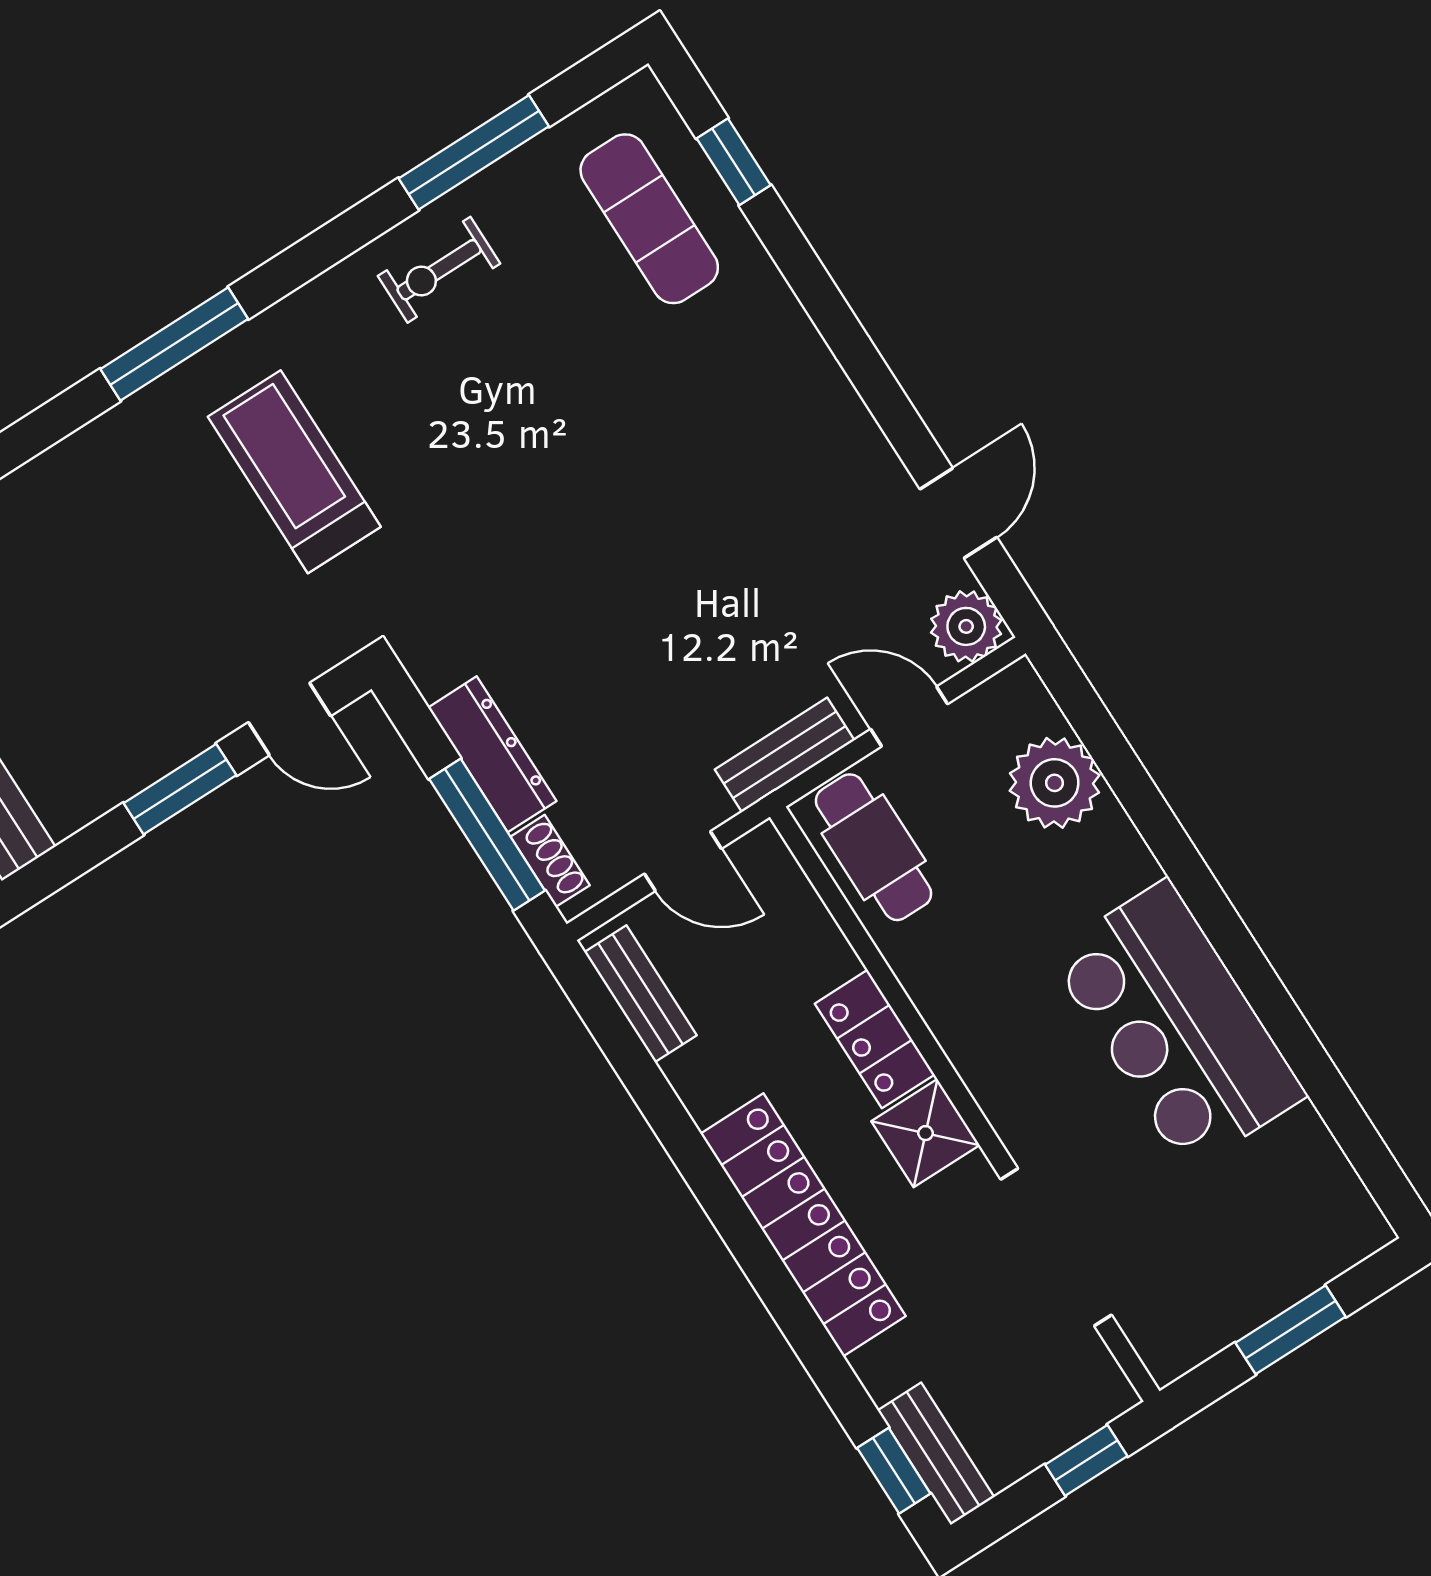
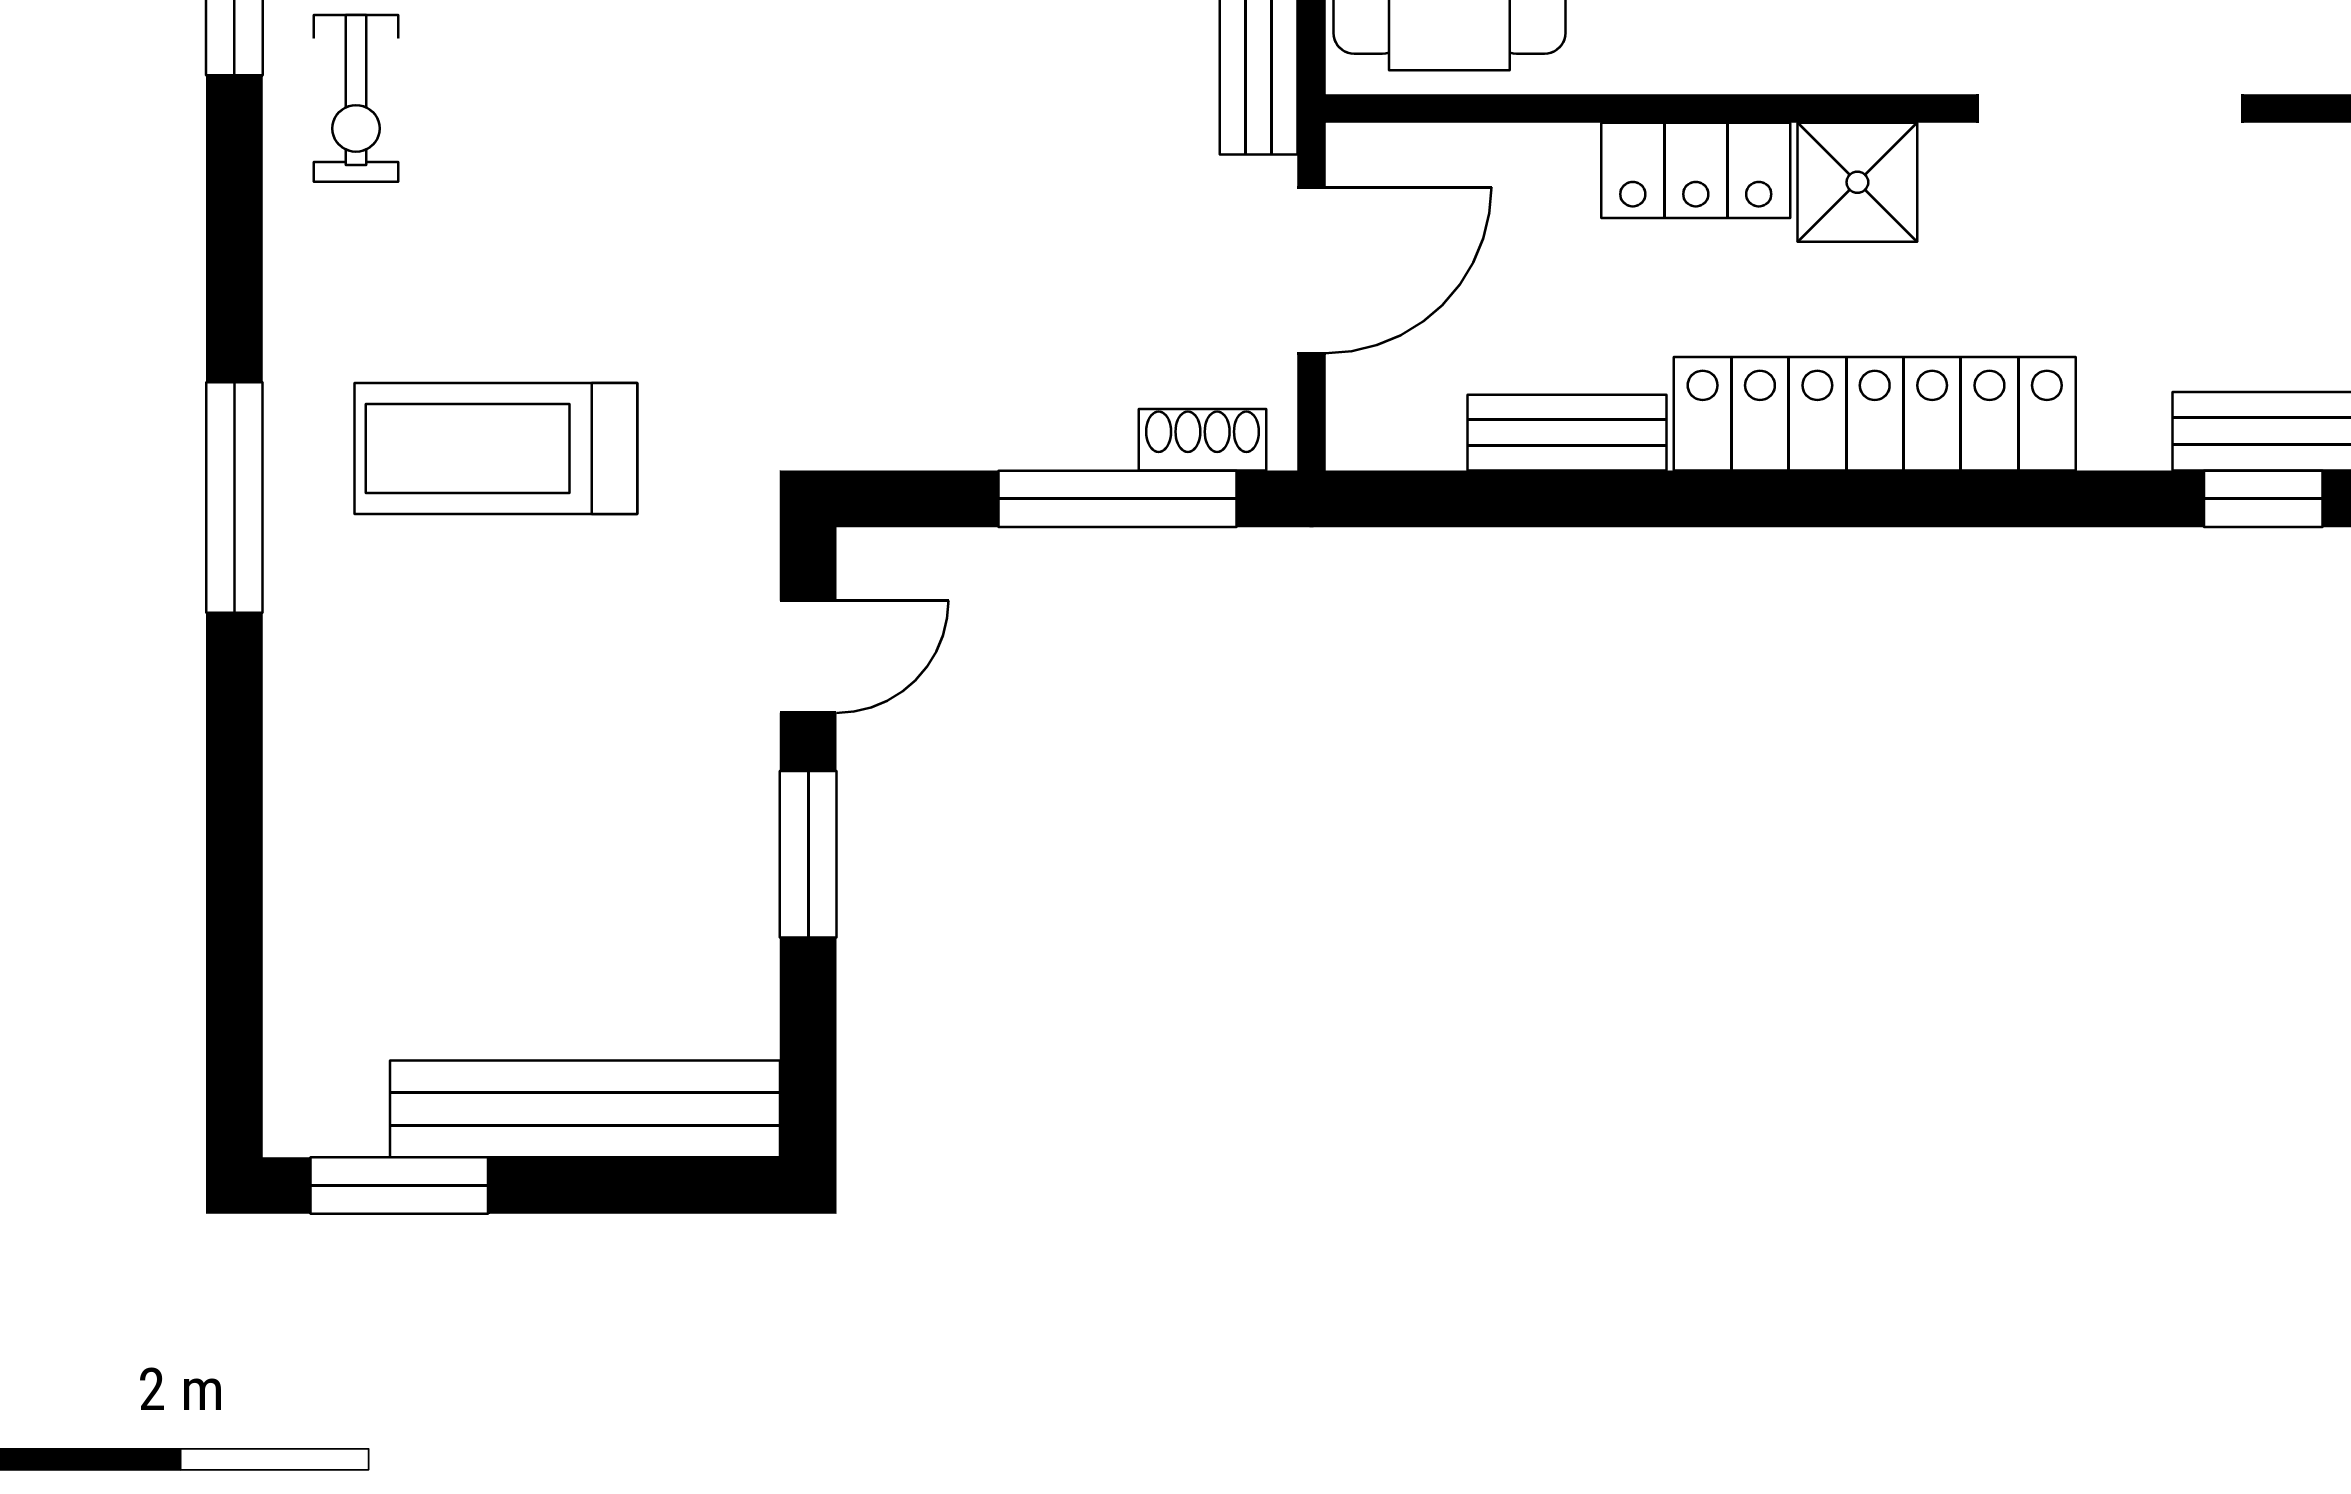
dresser: (492, 754) -> (1019, 427), removed
door: (683, 861) -> (1311, 270), width x1.37
bench: (641, 994) -> (1567, 433), moved

